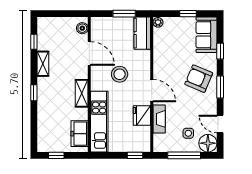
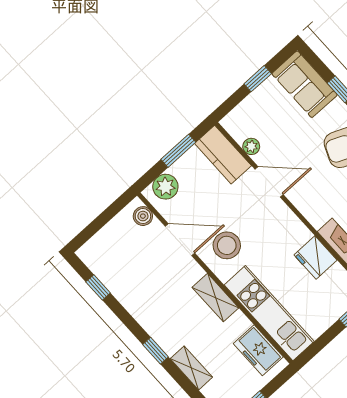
plant: (158, 22) -> (251, 146), moved
plant: (104, 24) -> (165, 187), added
shelving: (43, 64) -> (191, 368), moved
stool: (120, 74) -> (227, 245), moved
door: (152, 91) -> (269, 182), moved

